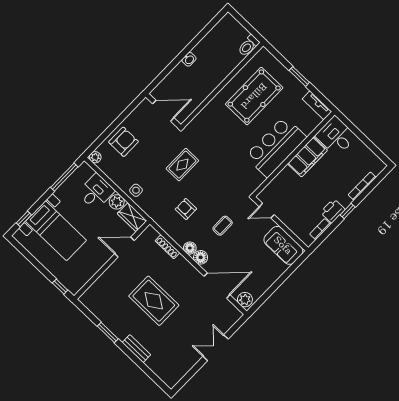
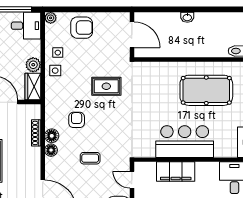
filing cabinet: (307, 157) -> (176, 172), moved
side table: (125, 176) -> (58, 53), added
desk: (96, 192) -> (26, 26), moved
floor lamp: (201, 257) -> (52, 136), moved

